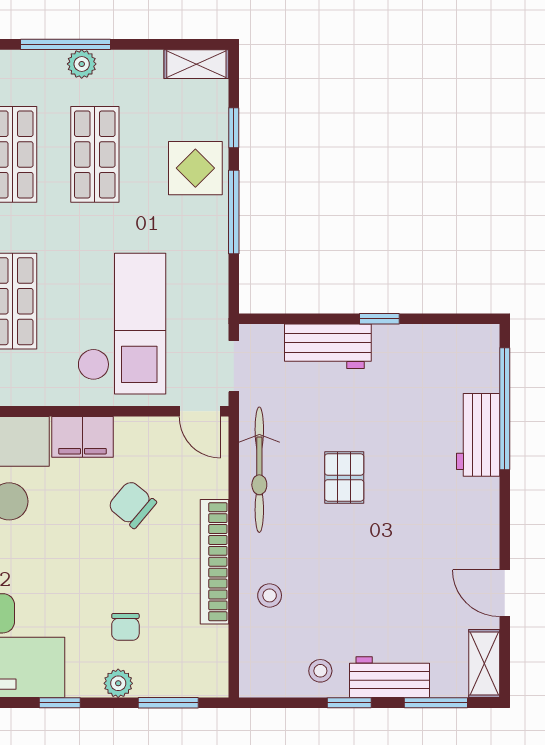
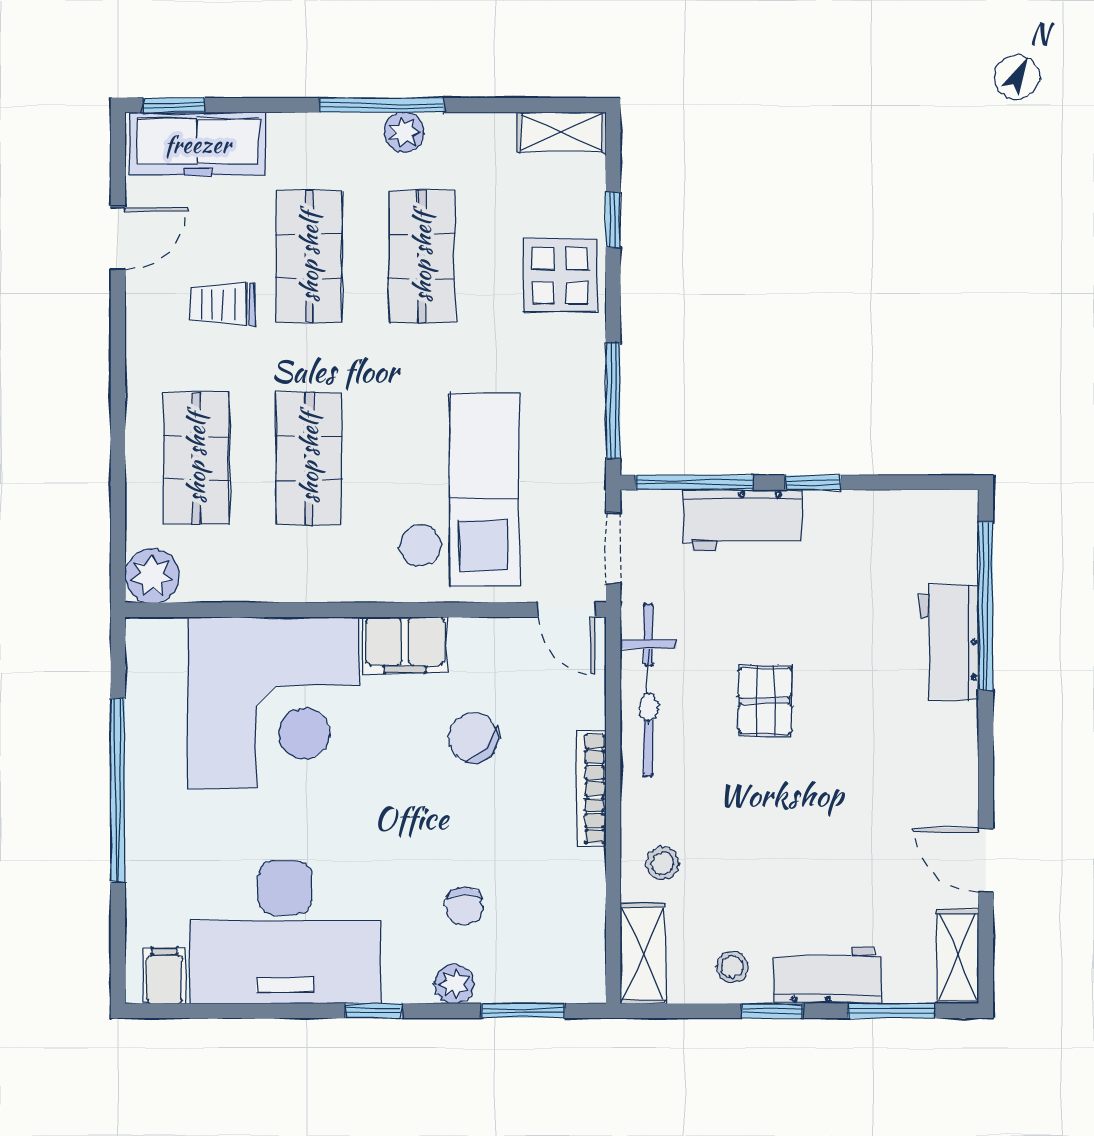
window: (234, 212) -> (613, 401), moved
window: (293, 319) -> (694, 482), added
bookcase: (214, 562) -> (591, 789), width x0.68, depth x0.76
shelving: (255, 661) -> (643, 954), added

